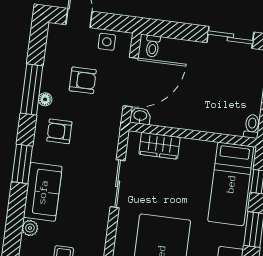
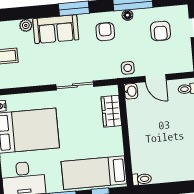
side table: (107, 42) -> (128, 68), moved
armchair: (83, 80) -> (160, 31), moved
door: (131, 82) -> (155, 78), width x0.53

